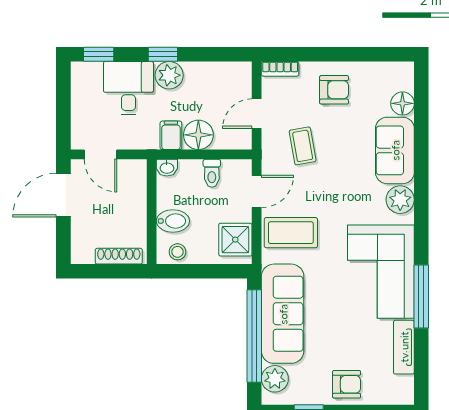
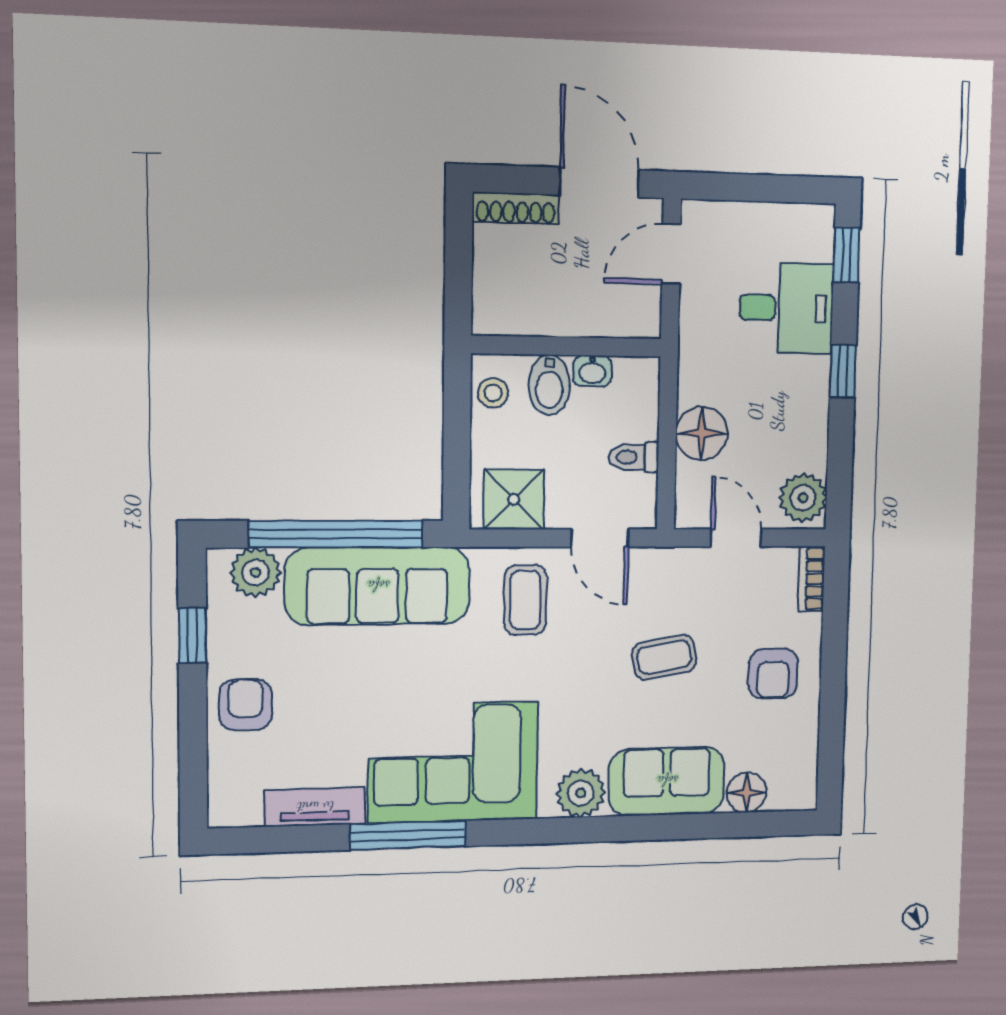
plant: (169, 75) -> (803, 498), moved
filing cabinet: (171, 135) -> (702, 384), removed
coffee table: (303, 146) -> (664, 657), moved
washbasin: (167, 168) -> (592, 371), moved, turned -90
coffee table: (291, 233) -> (525, 600), width x0.73, depth x0.77
shoe rack: (119, 256) -> (516, 208), moved, turned 90
armchair: (347, 384) -> (245, 705), turned 180

